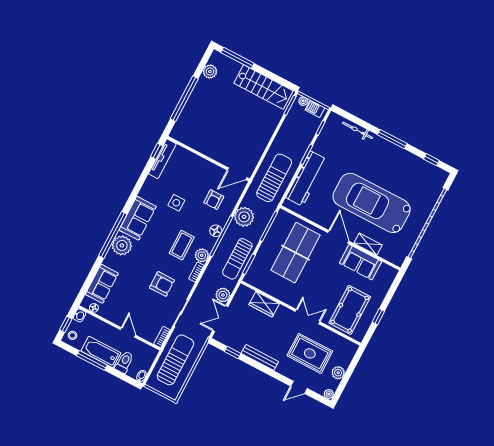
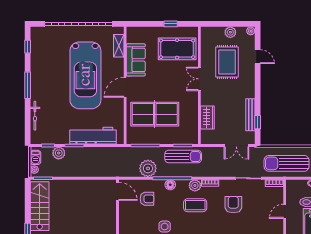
sun lounger: (274, 178) -> (106, 161), removed
shelving: (368, 244) -> (119, 46), moved
plant: (223, 295) -> (59, 153), moved
bench: (260, 357) -> (250, 115), moved

